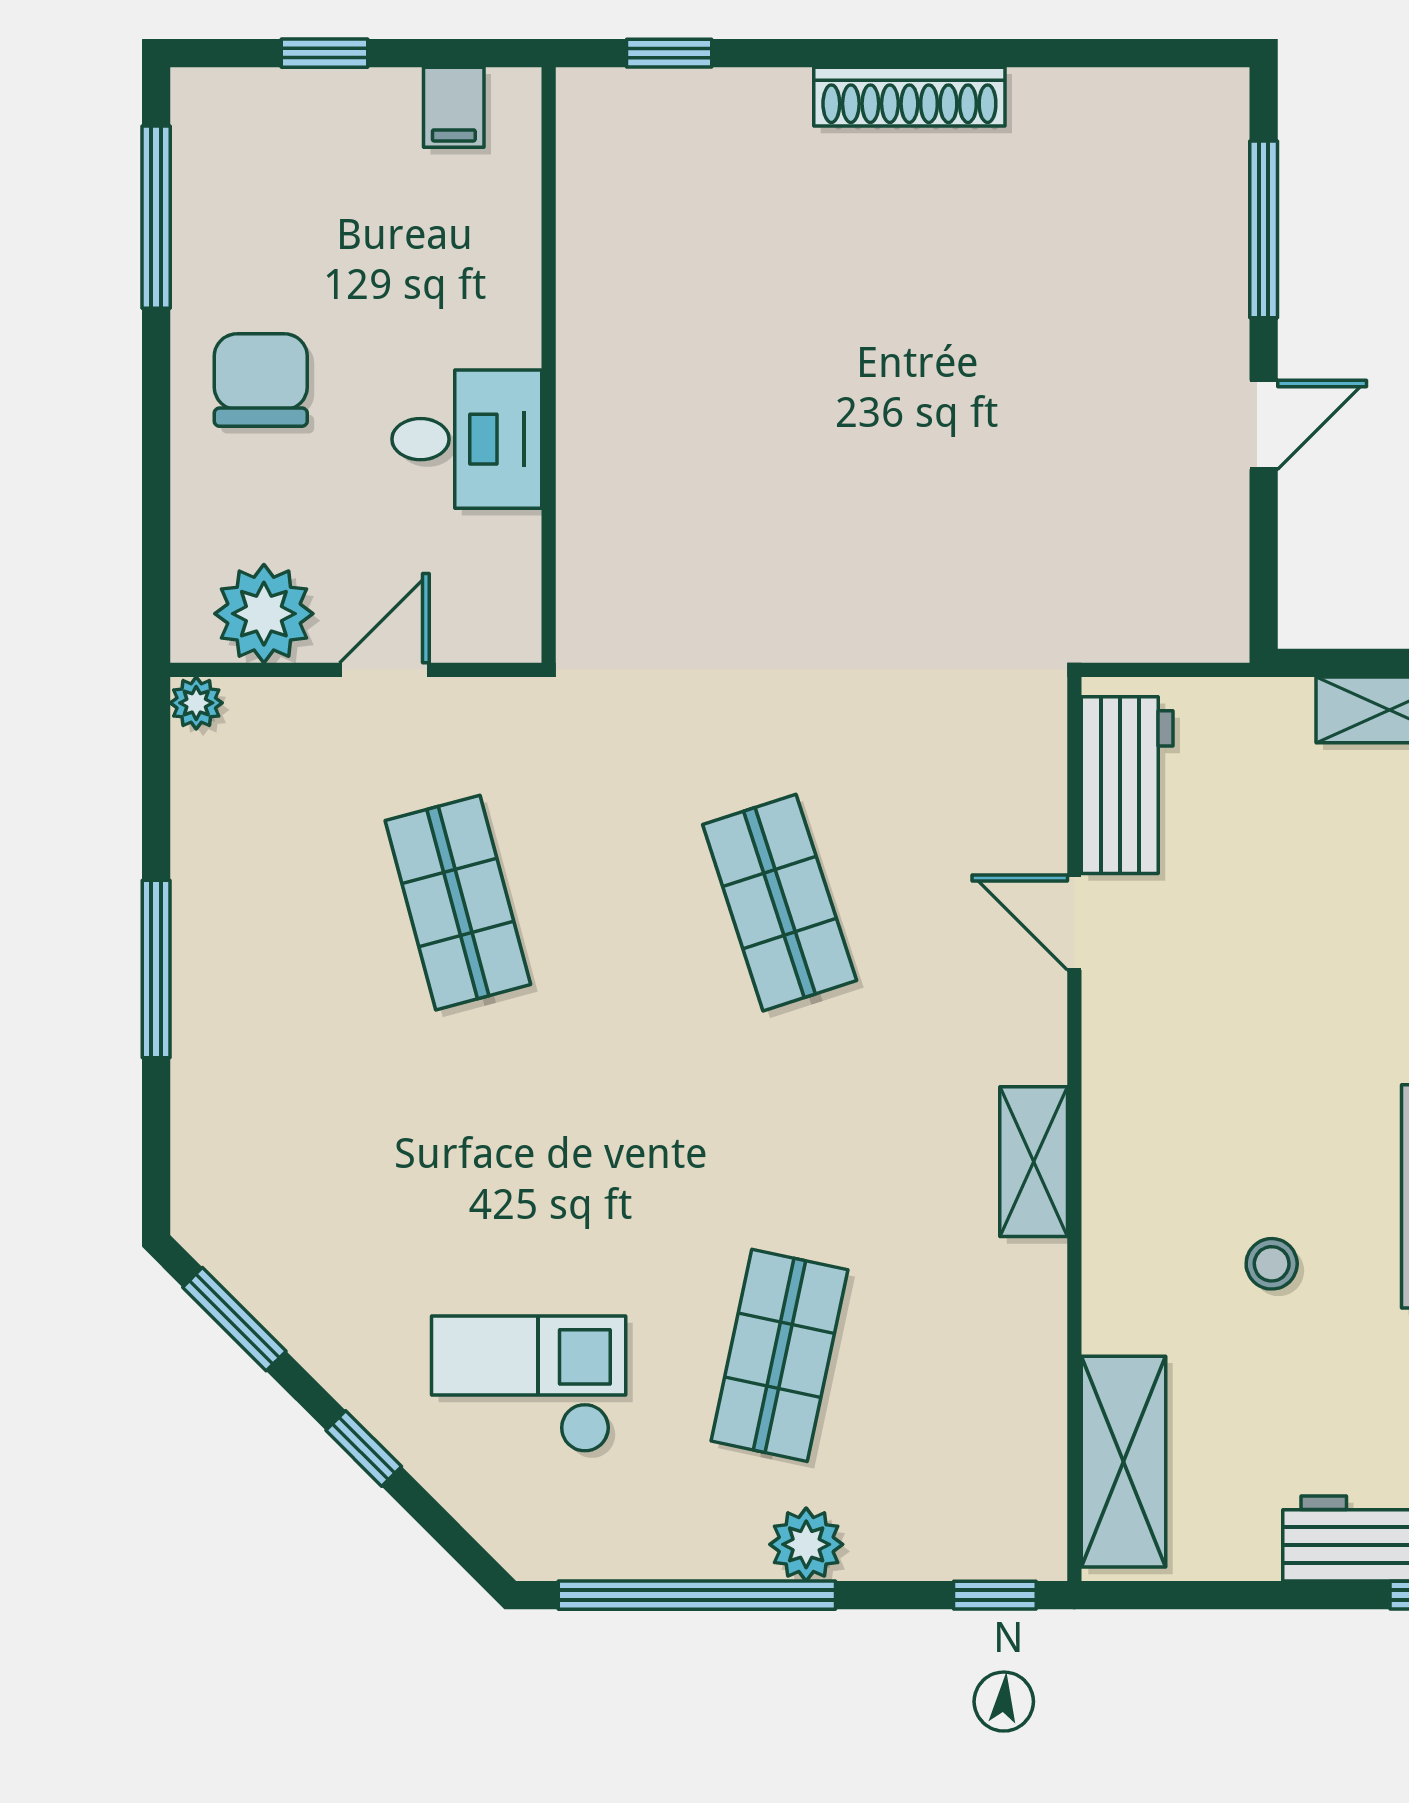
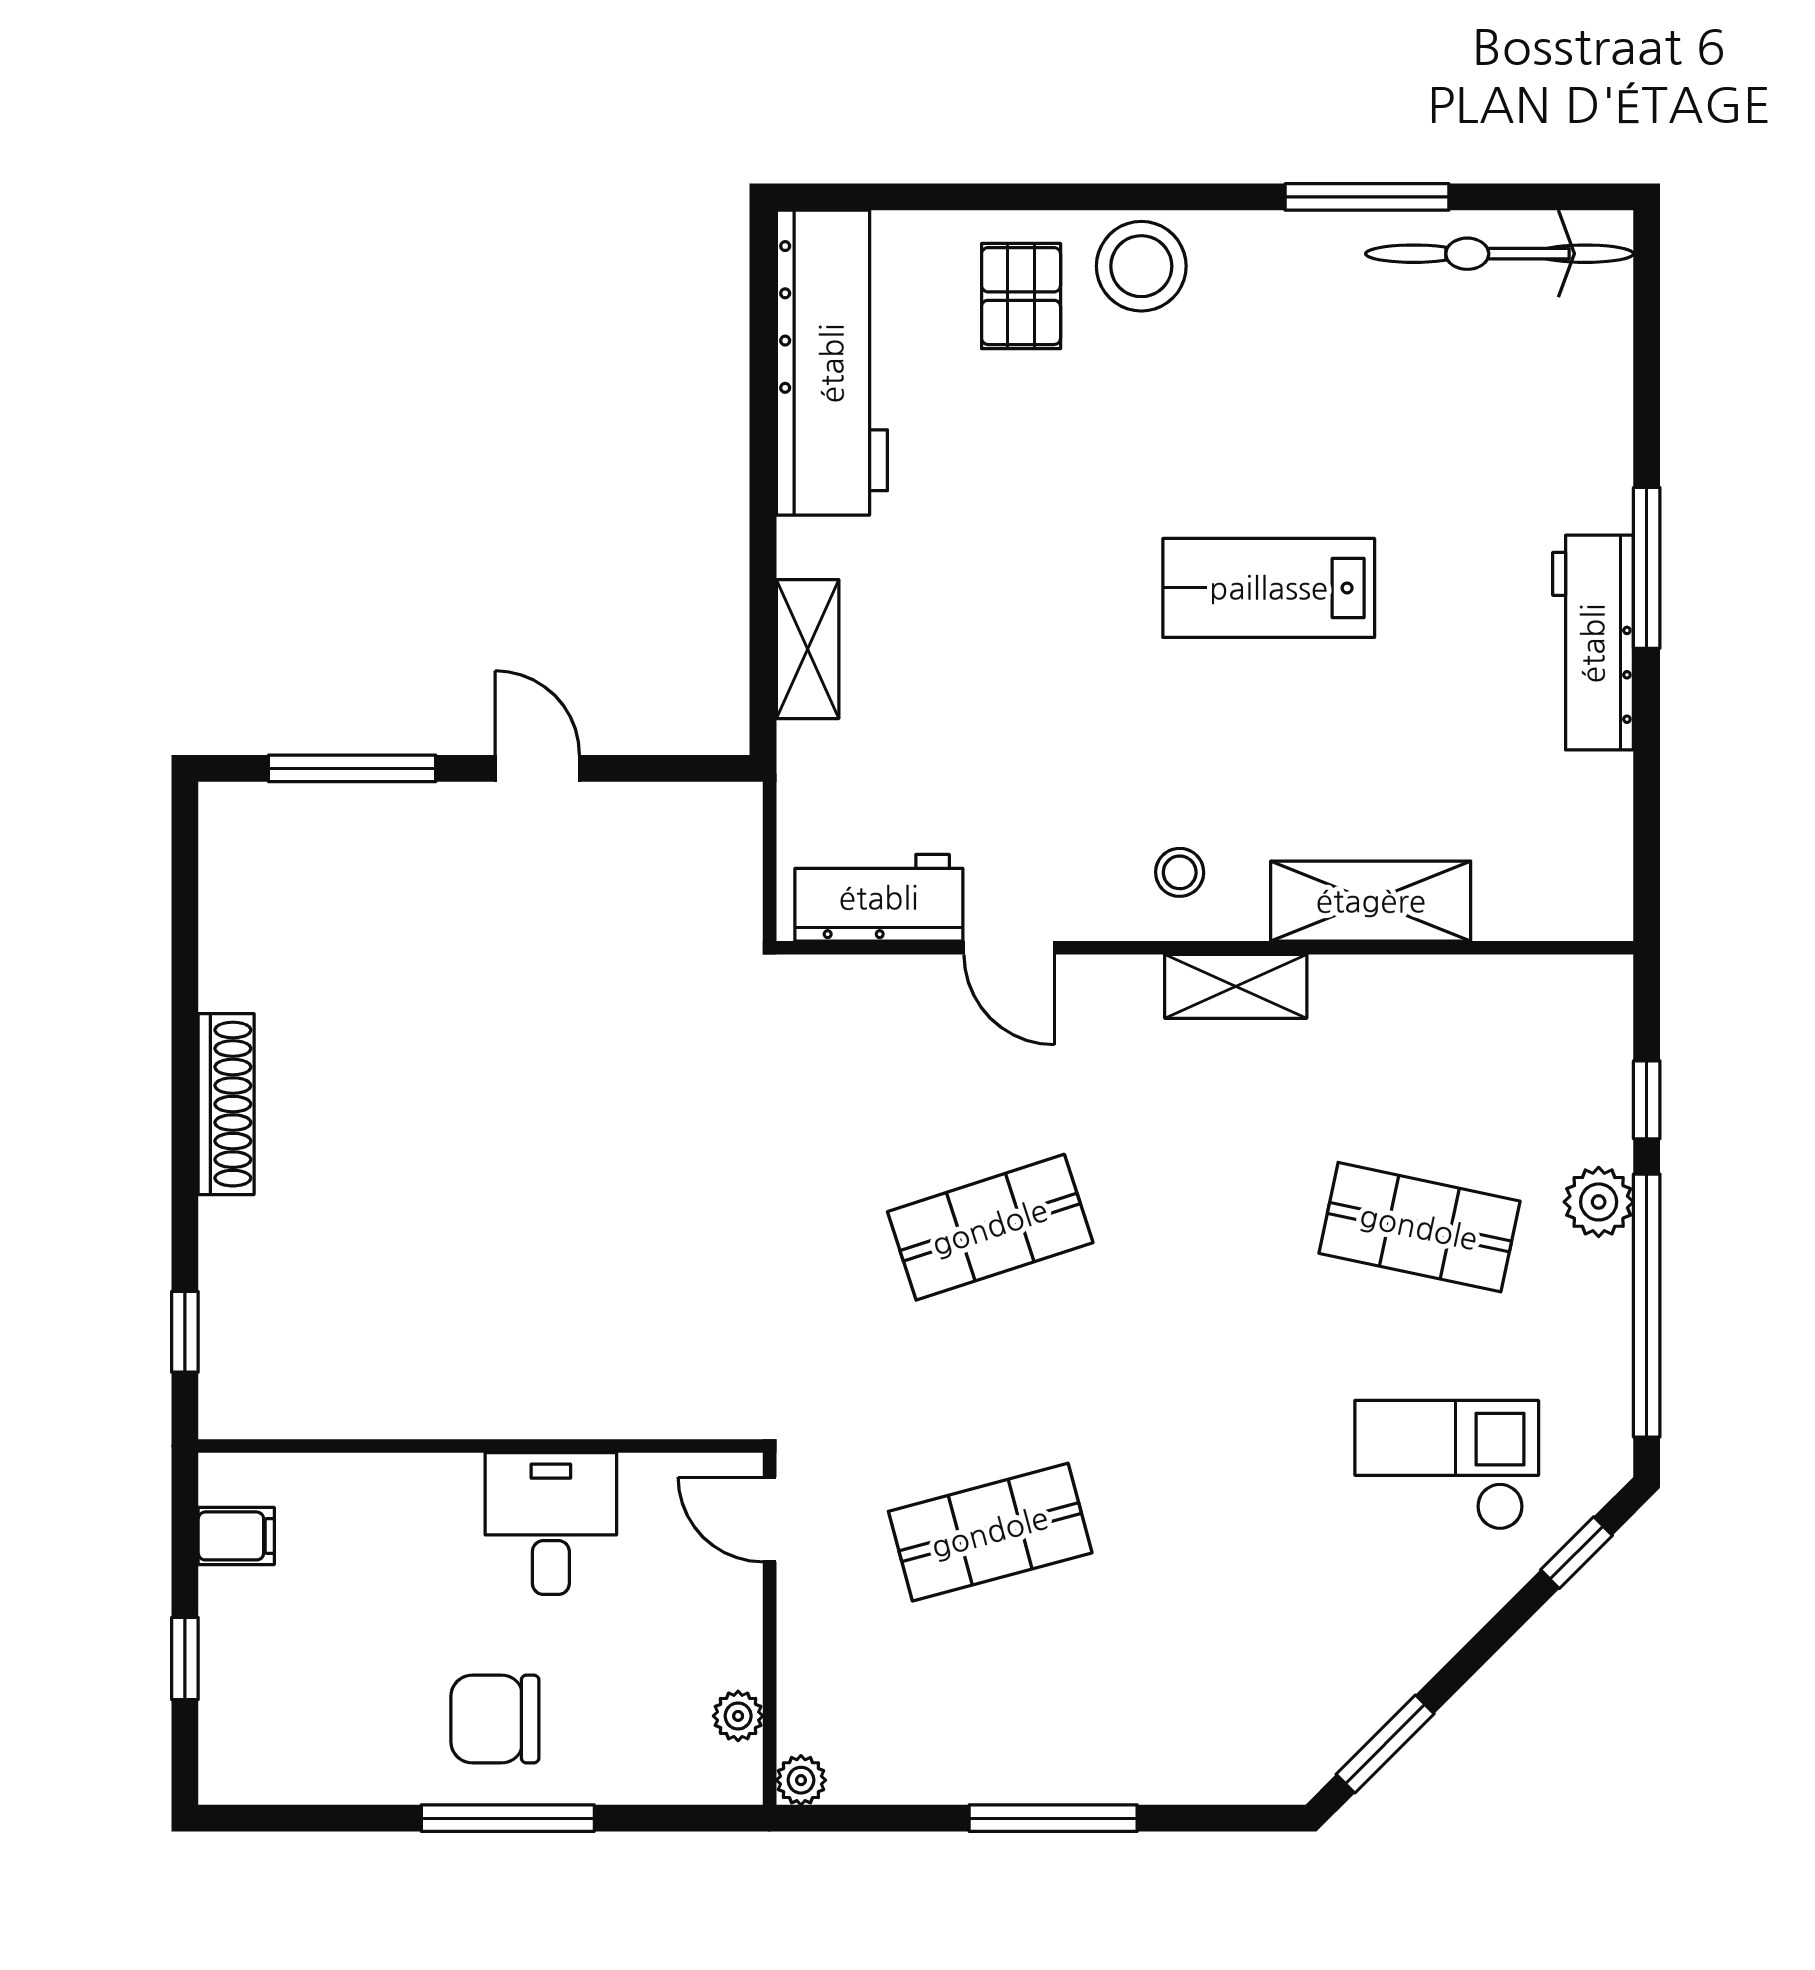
window: (156, 217) -> (508, 1818), moved
plant: (264, 614) -> (738, 1716), width x0.53, depth x0.53
door: (384, 670) -> (770, 1519), moved
door: (1074, 923) -> (1009, 948), hinge flipped
stool: (1272, 1264) -> (1180, 872), moved
checkout: (529, 1384) -> (1447, 1465), turned 90
window: (364, 1448) -> (1576, 1553), moved
shelving: (1124, 1462) -> (1371, 901), moved
window: (995, 1595) -> (1647, 1100), moved

